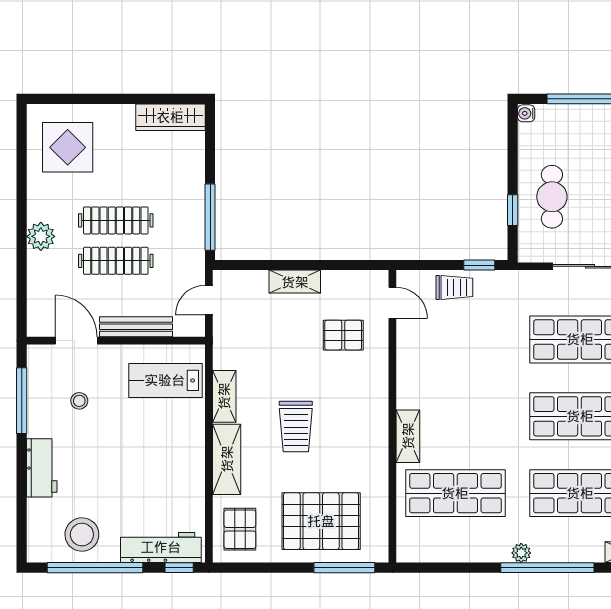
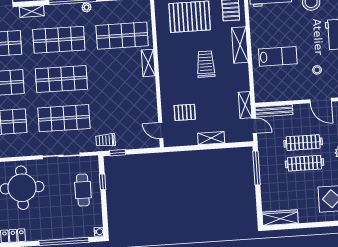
trolley: (454, 287) -> (106, 140), moved
door: (209, 300) -> (254, 126), hinge flipped
bench: (136, 327) -> (274, 111), moved
lab bench: (165, 380) -> (278, 56), moved
shelving: (224, 396) -> (245, 105), moved

